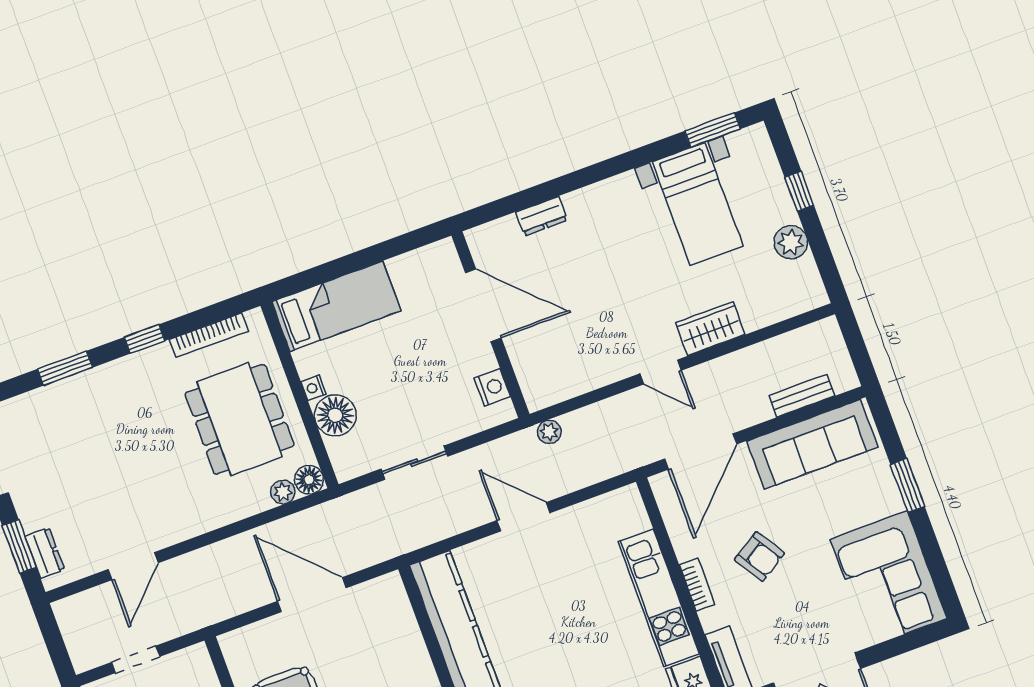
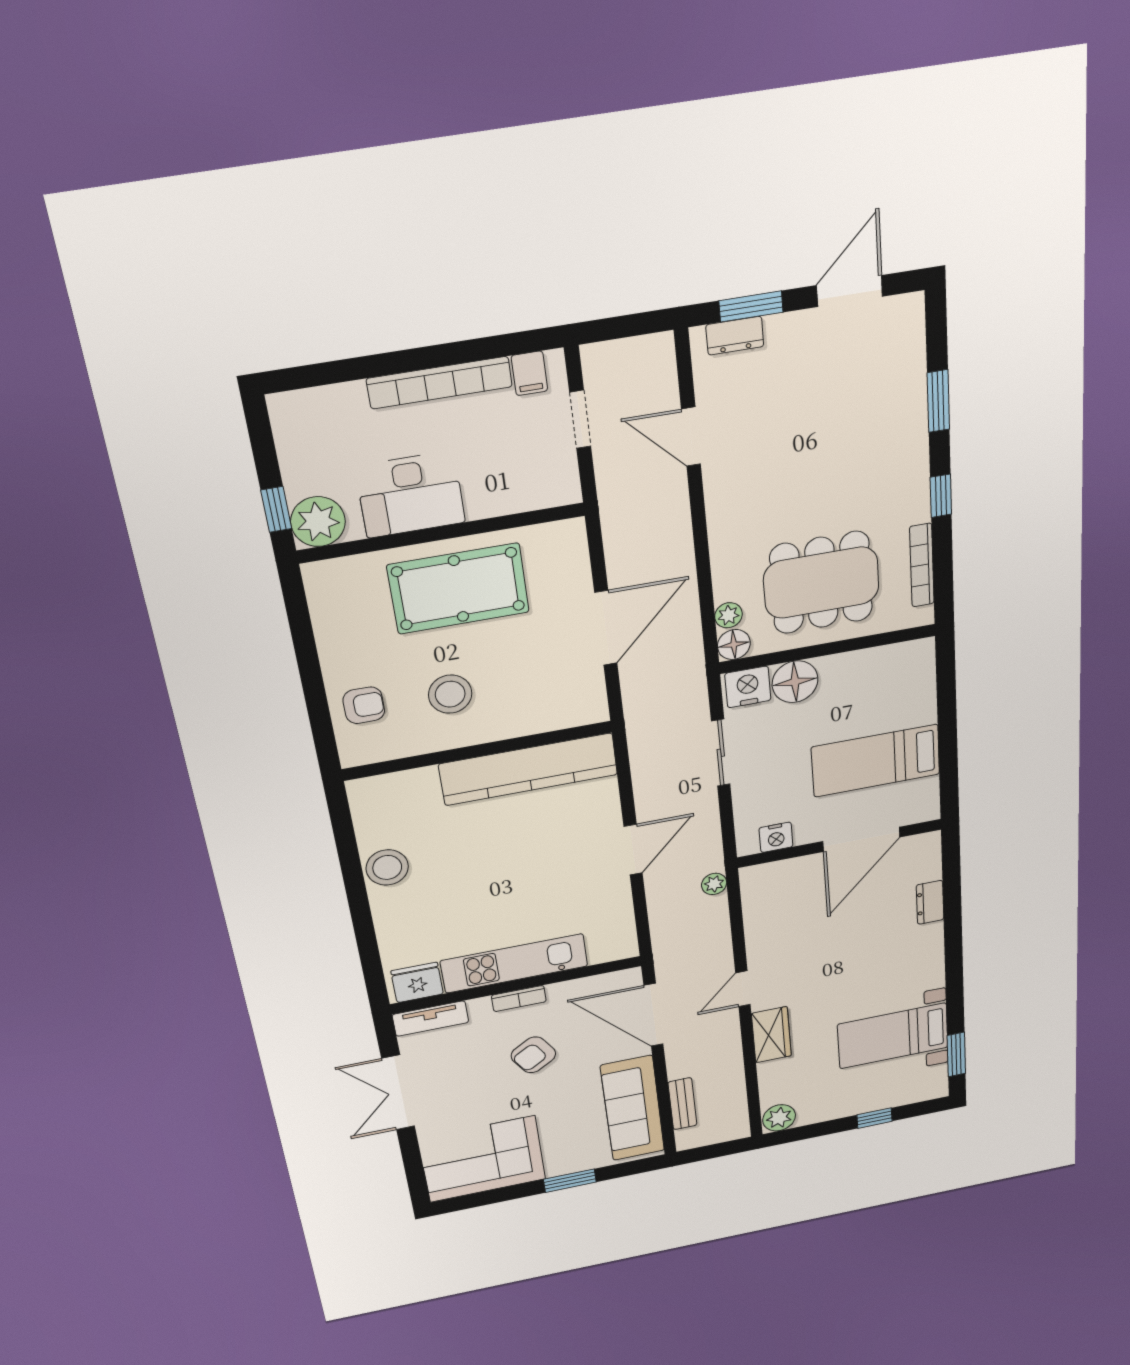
plant: (791, 242) -> (779, 1118), moved
bed: (336, 306) -> (876, 761), moved, turned 90
nightstand: (313, 388) -> (748, 687), moved, width x1.89, depth x1.79

